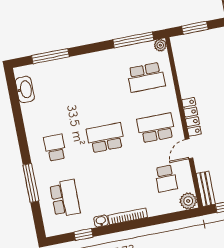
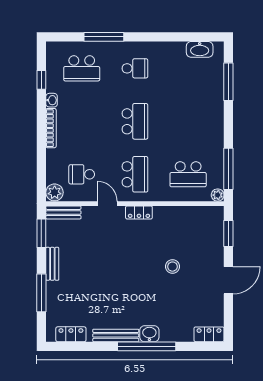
school desk: (146, 77) -> (188, 174), turned -90
locker: (192, 117) -> (139, 212), width x0.66

